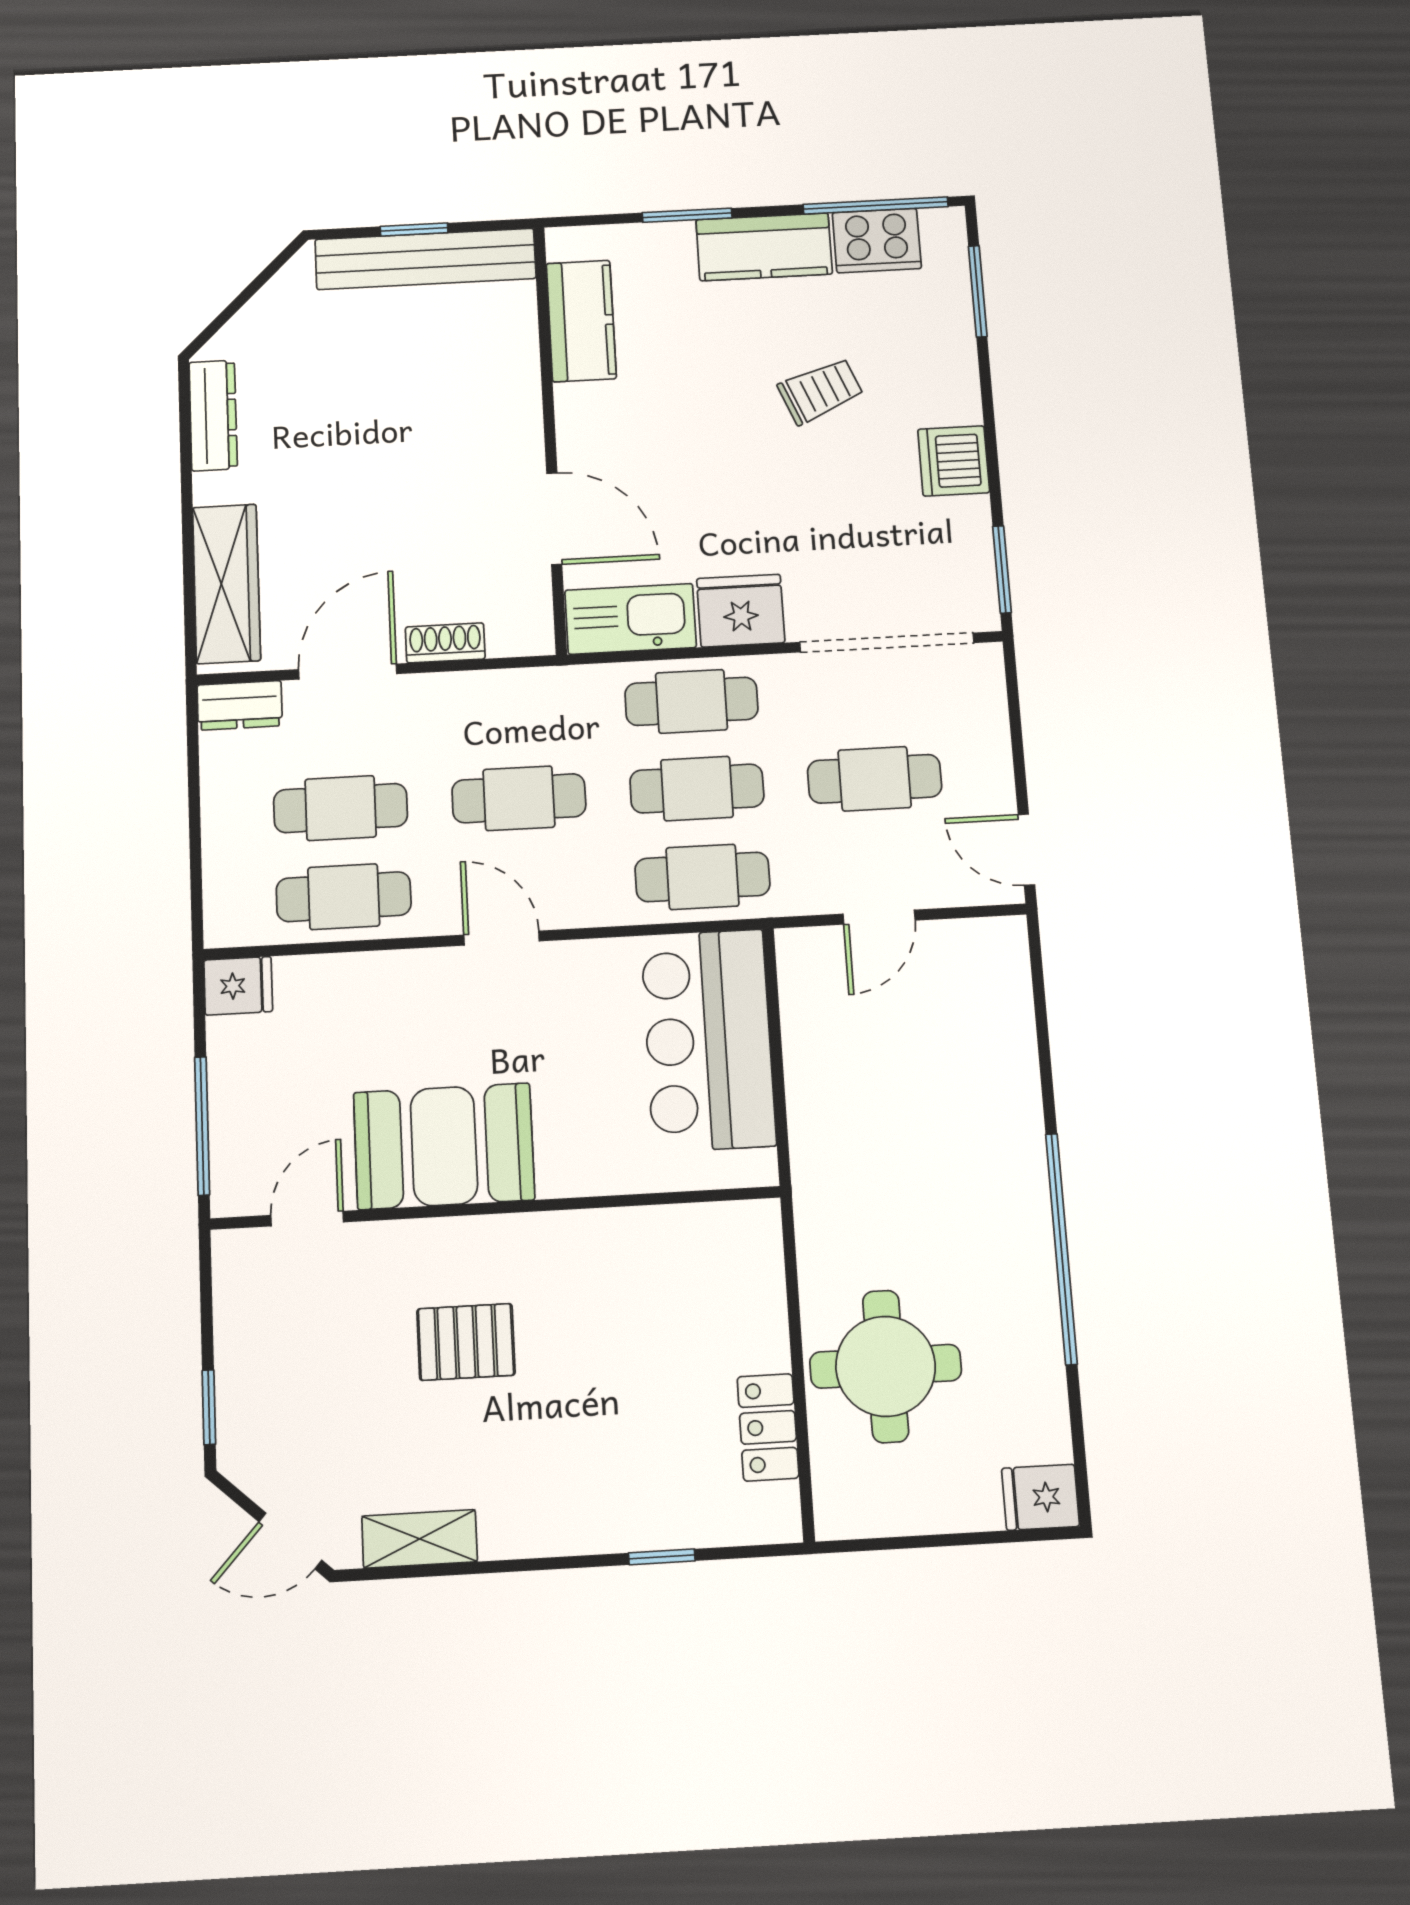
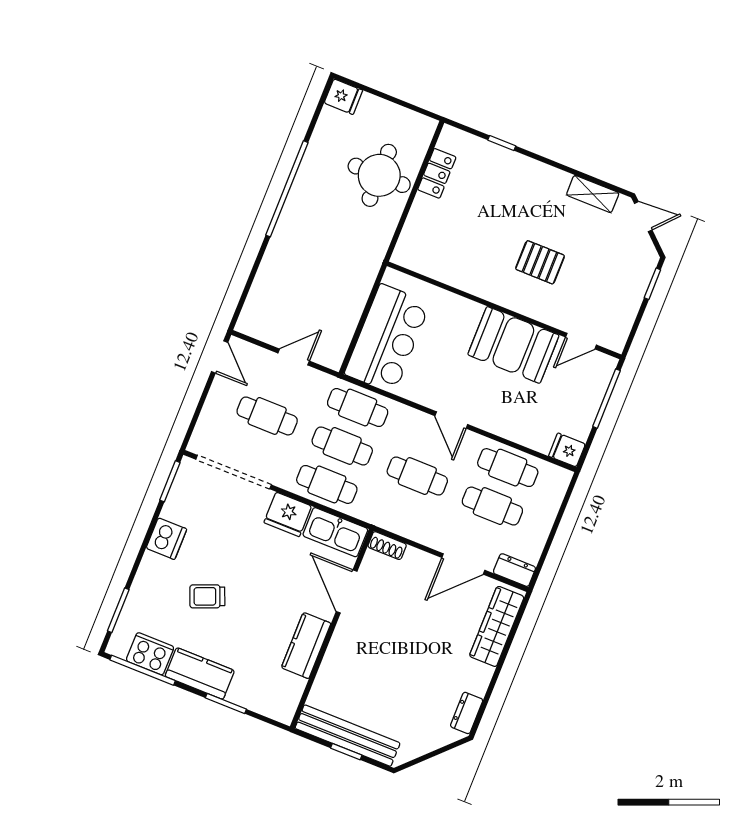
kitchen counter: (581, 321) -> (306, 646), moved
dresser: (213, 415) -> (467, 713), width x0.70
shoe rack: (445, 643) -> (387, 546), moved

